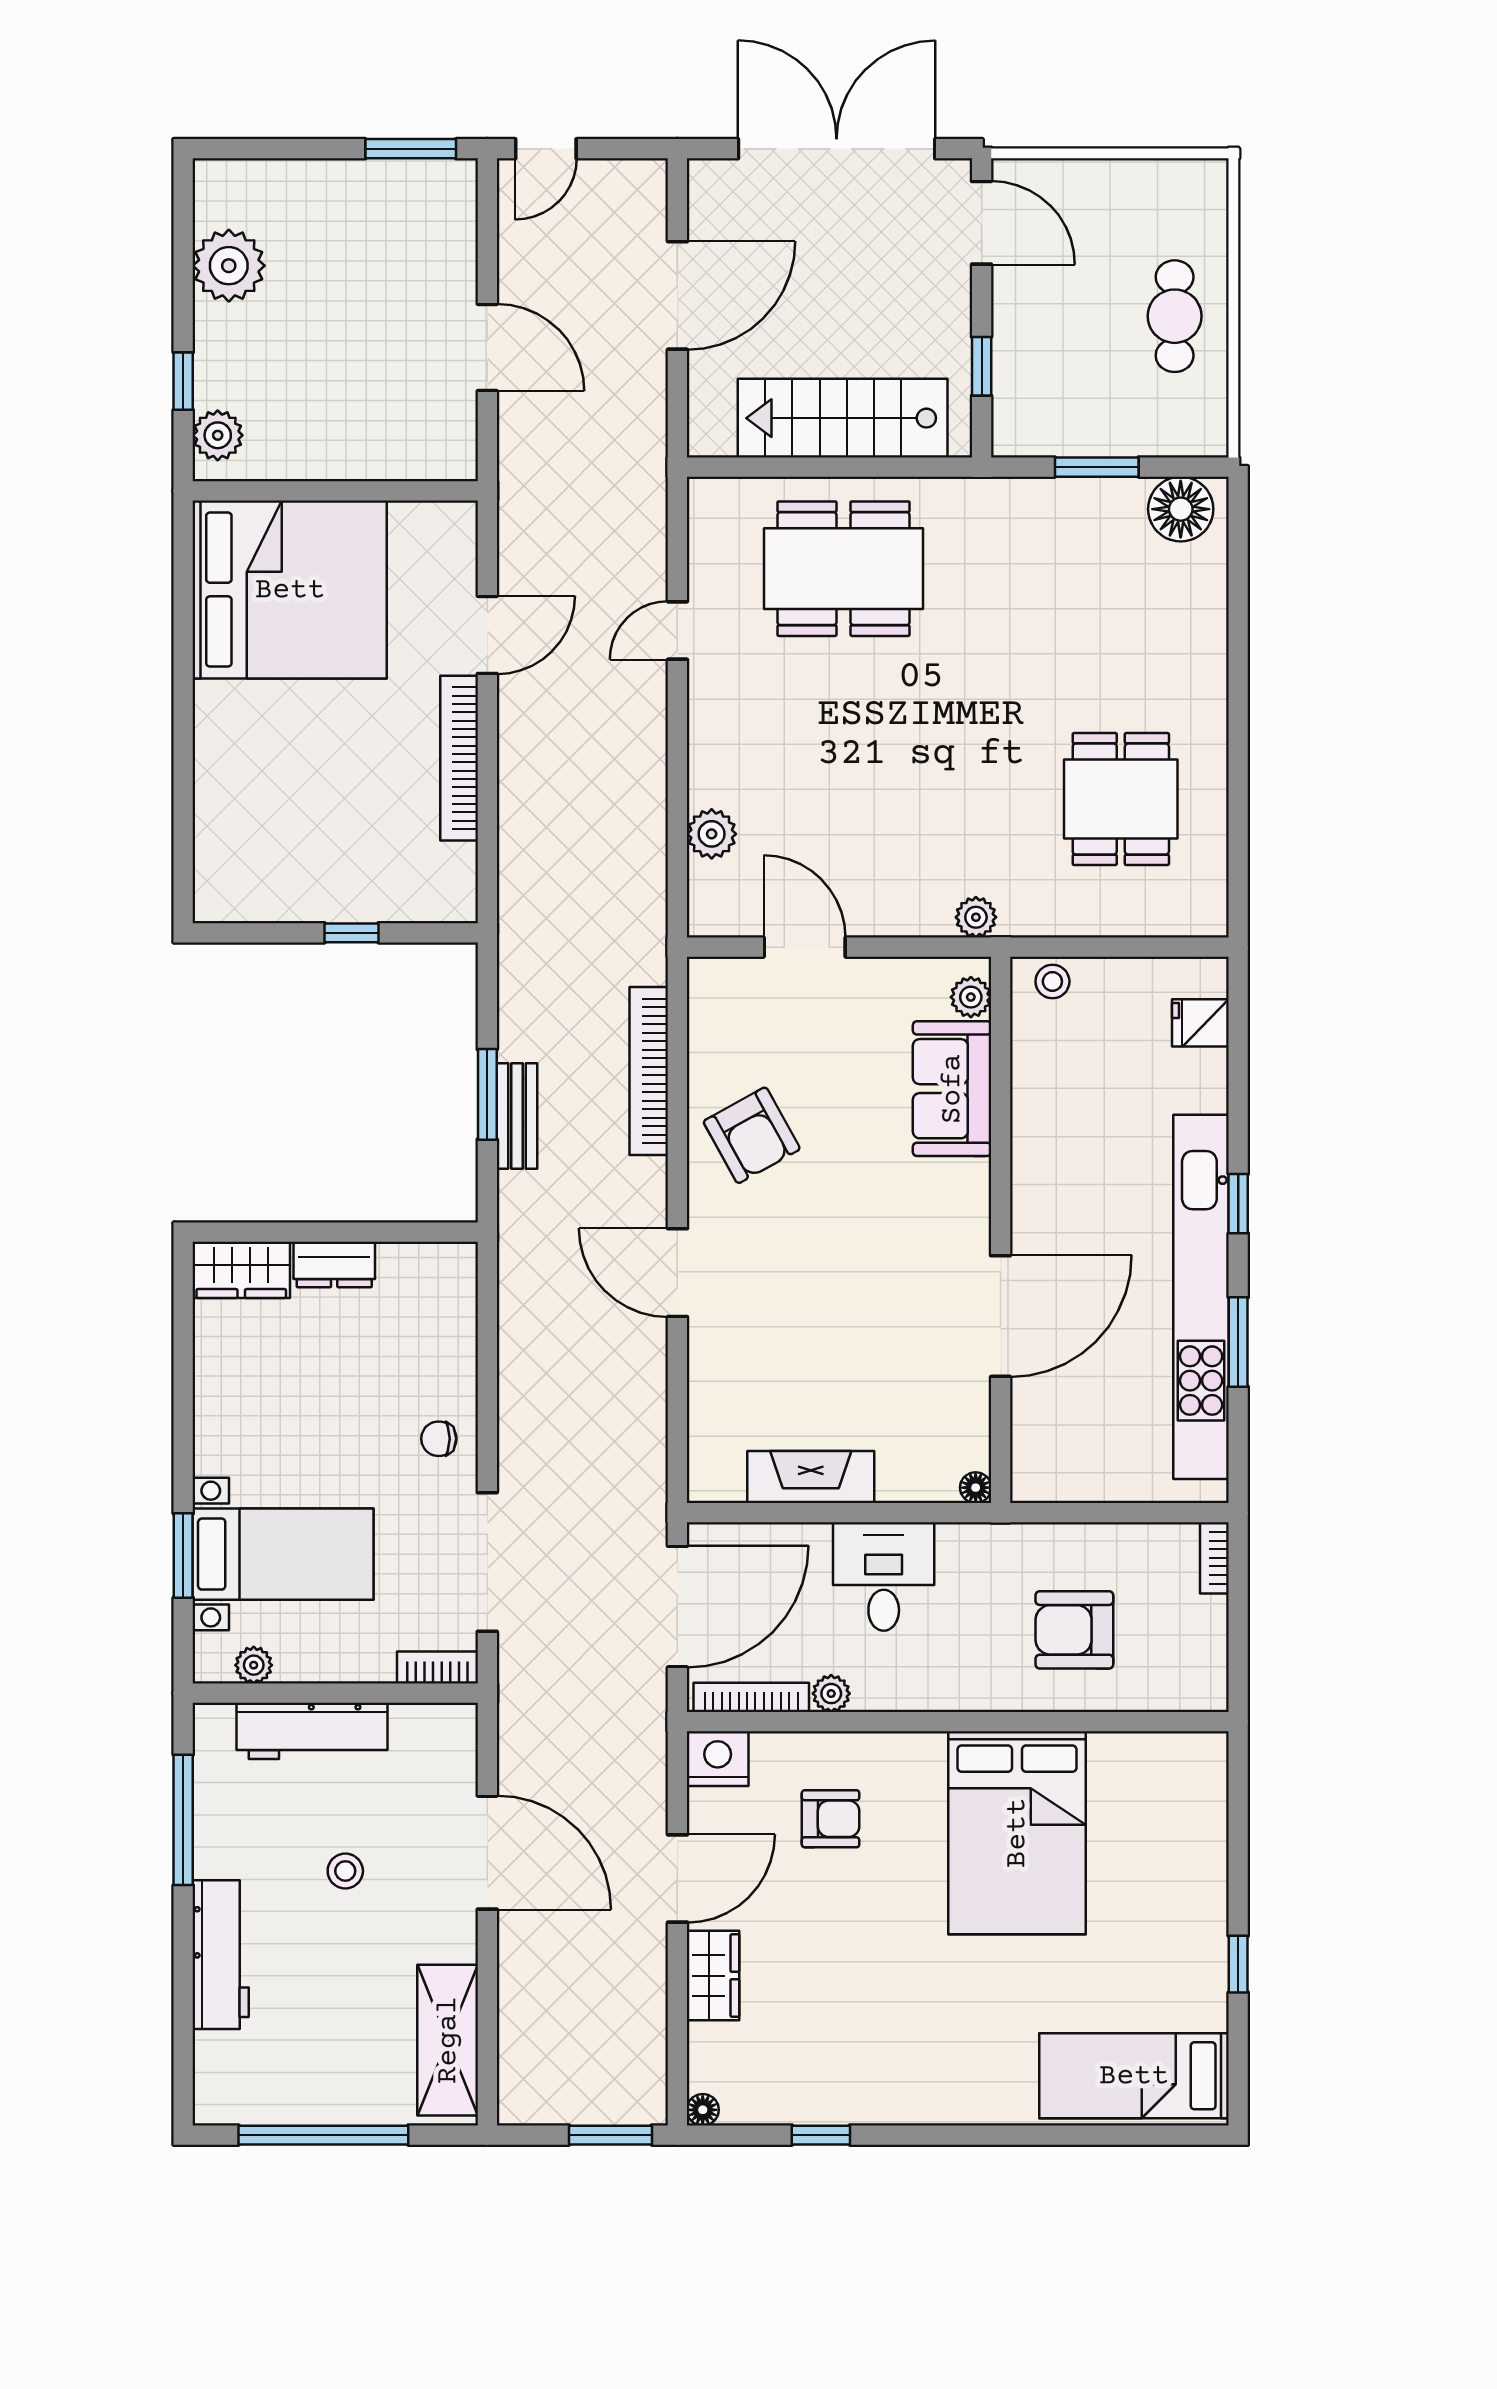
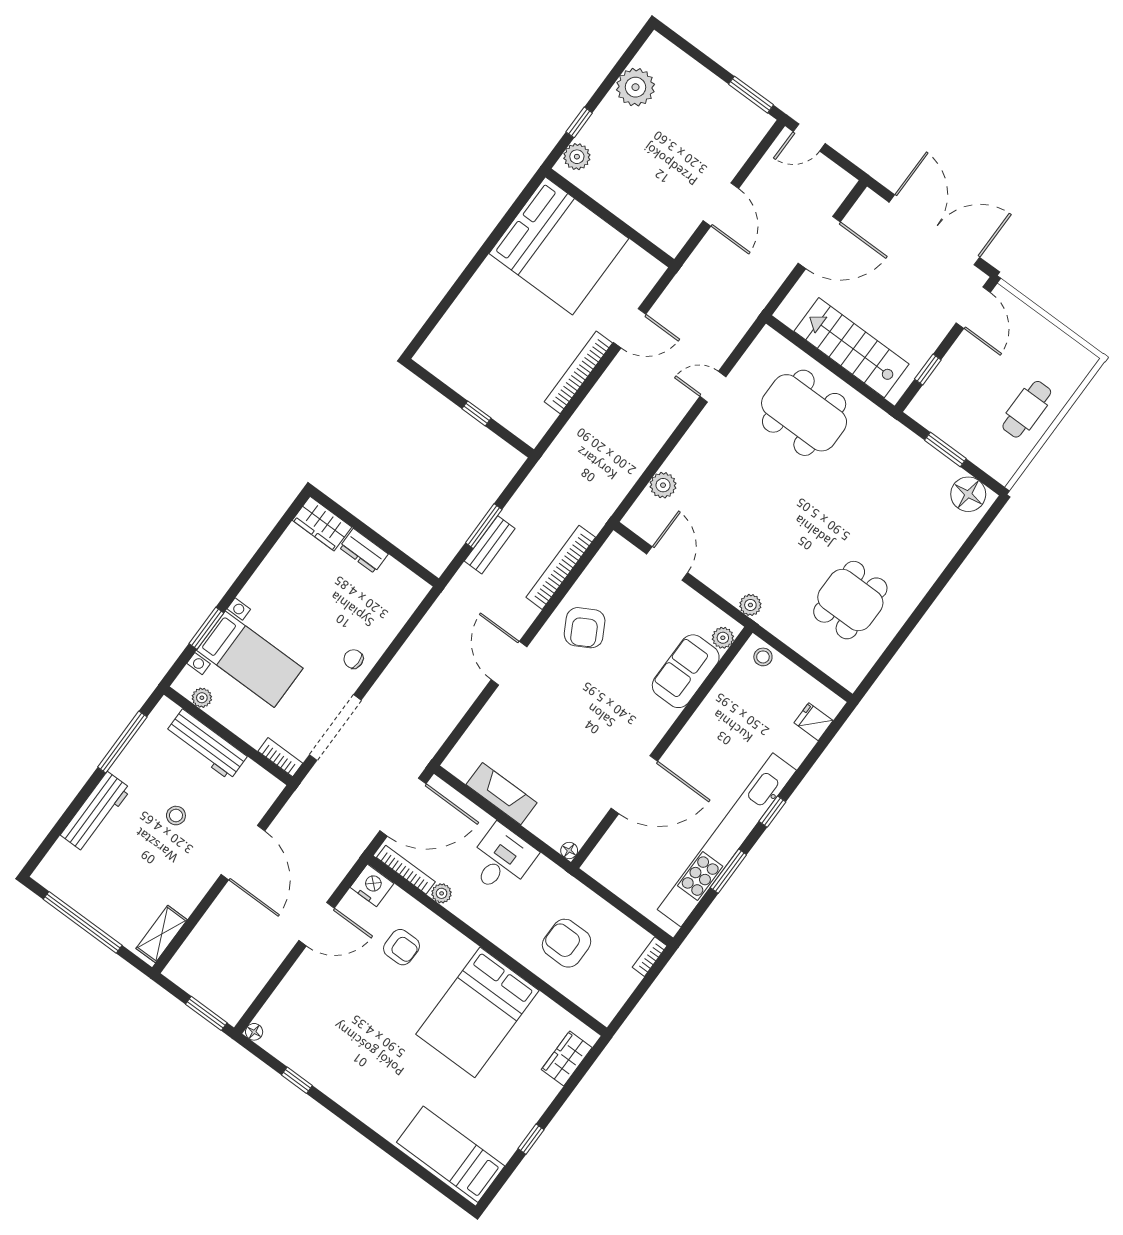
wardrobe: (713, 1976) -> (567, 1059), moved, turned 180
shelving: (448, 2040) -> (162, 934), width x0.67, depth x0.75

